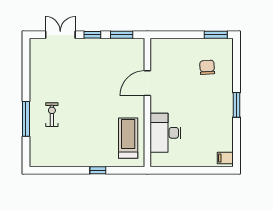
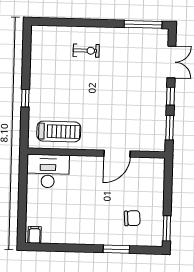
door: (147, 83) -> (117, 154), swing flipped
window: (237, 105) -> (116, 249), moved
window: (26, 119) -> (143, 24), moved
desk: (165, 133) -> (48, 171), moved

